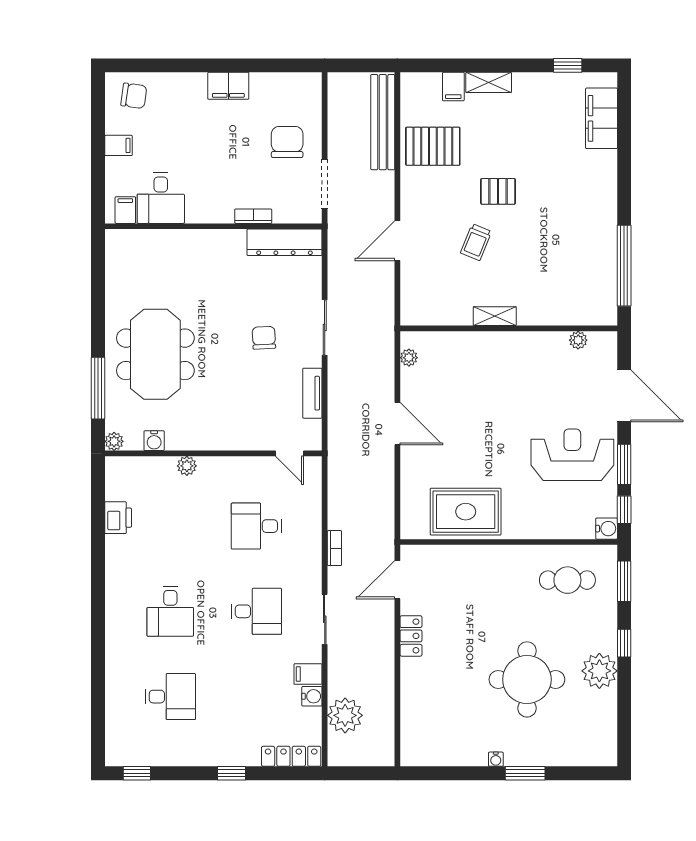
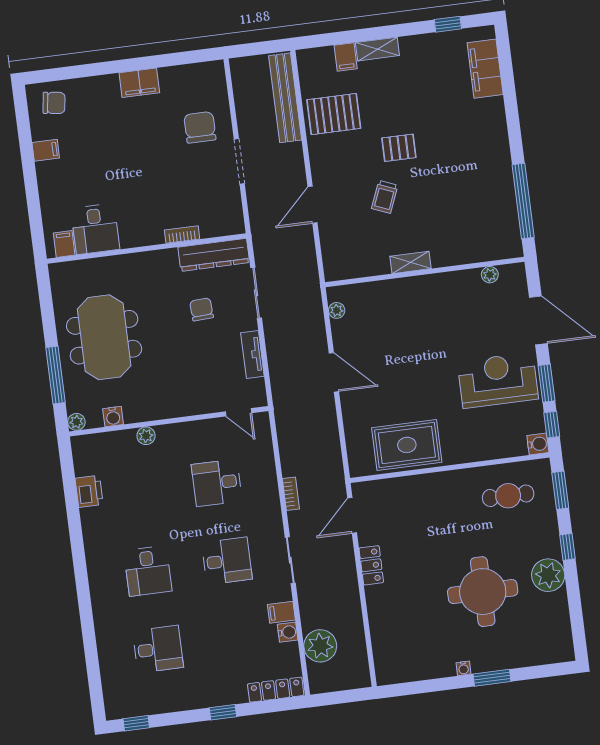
desk: (161, 198) -> (95, 229), moved
filing cabinet: (125, 210) -> (64, 244), moved
bookcase: (253, 216) -> (182, 235), moved
wall: (213, 226) -> (147, 248), moved
dresser: (284, 242) -> (214, 255), moved

